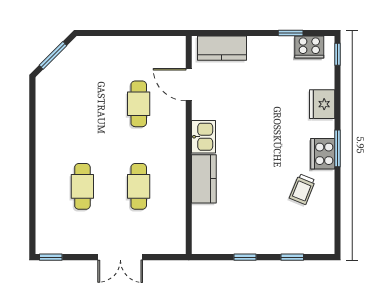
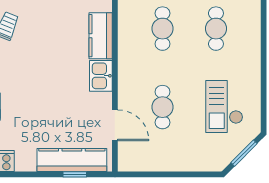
window: (291, 33) -> (75, 174), moved
kitchen counter: (222, 48) -> (72, 160), width x1.50
checkout: (74, 104) -> (224, 107), added

